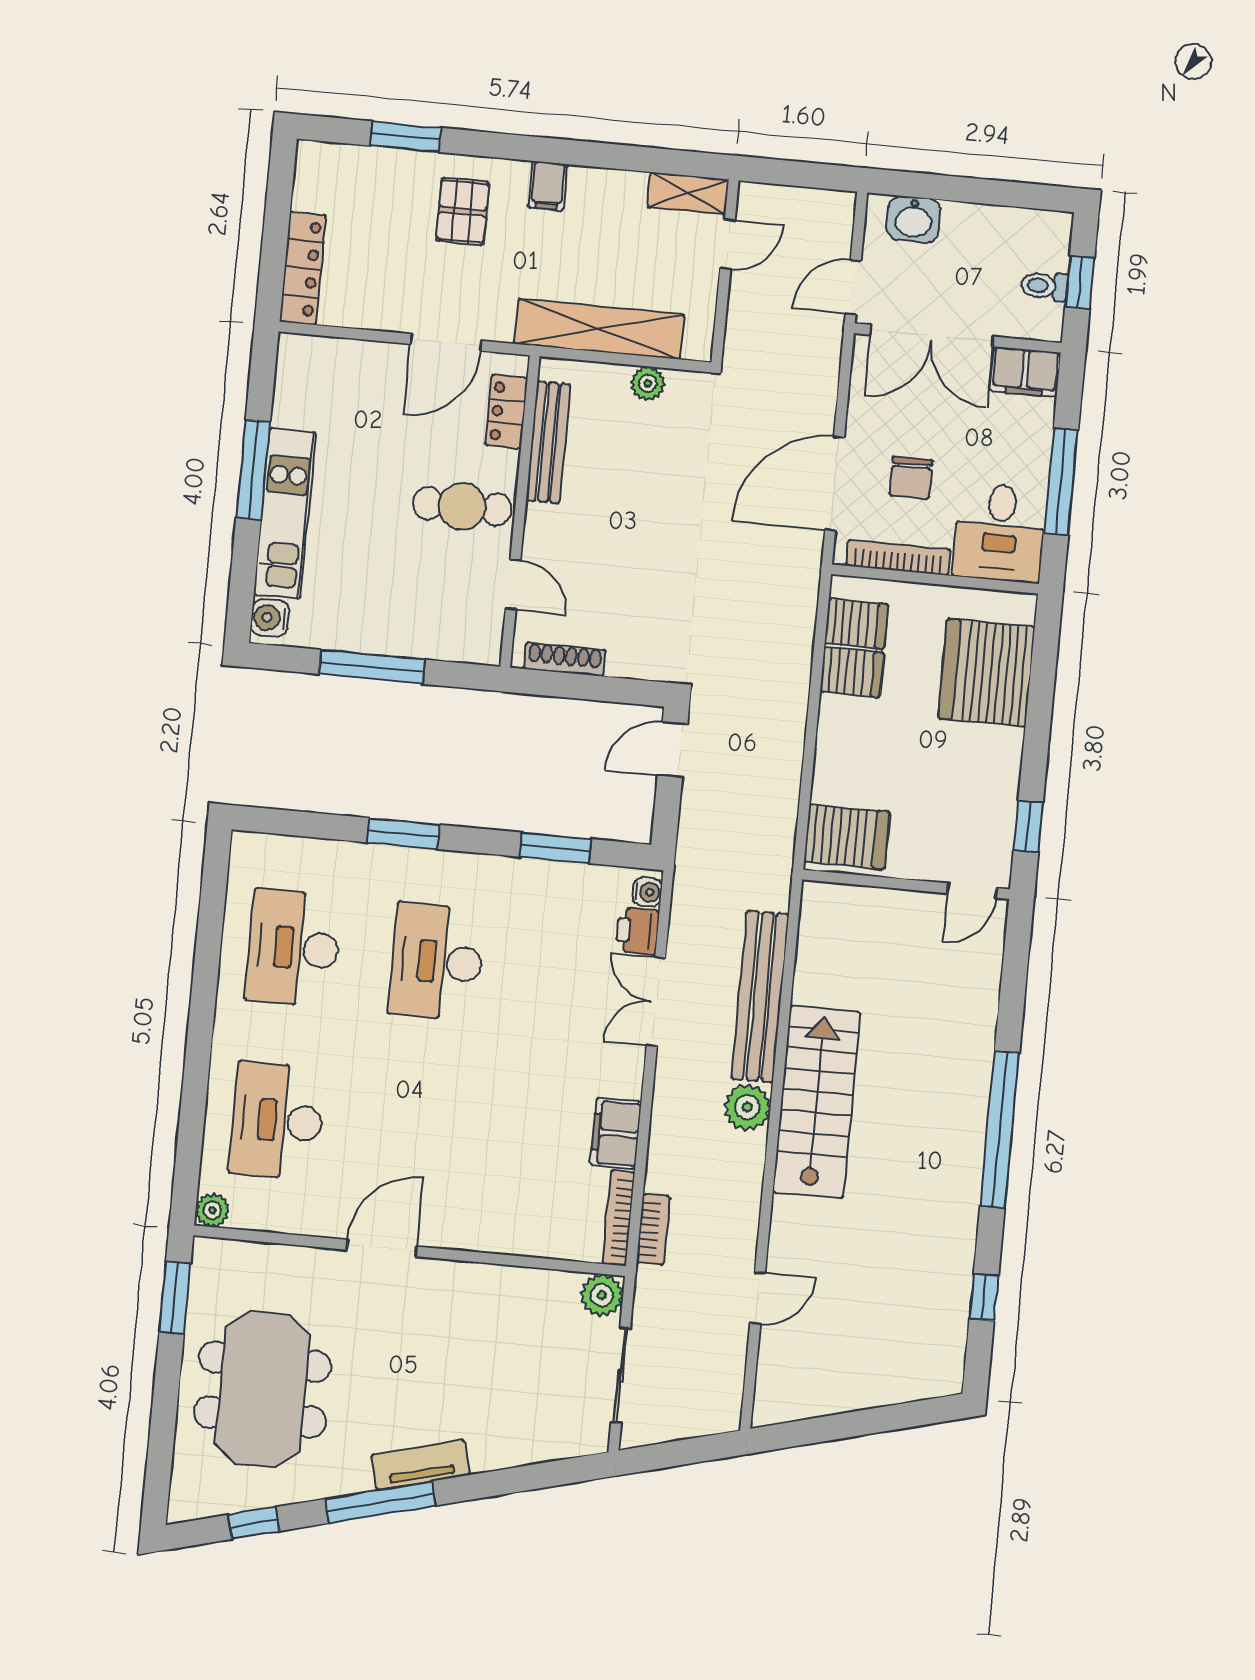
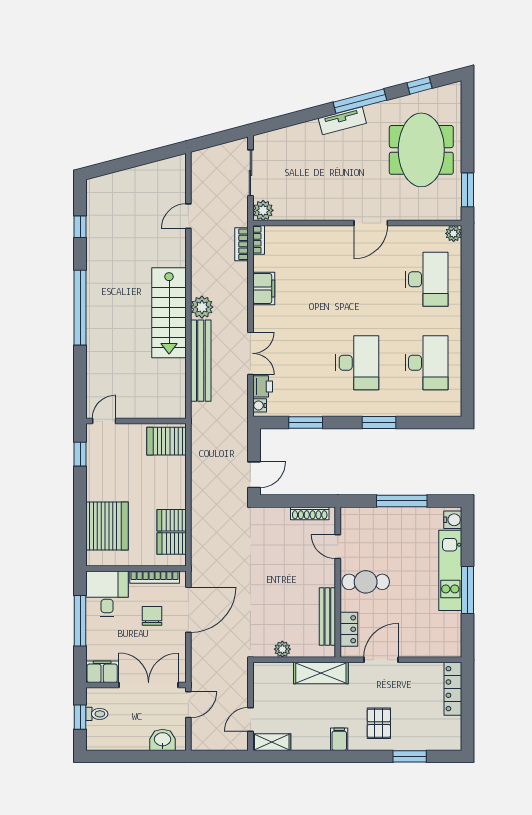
shelving: (599, 329) -> (321, 673), width x0.68
bookcase: (618, 1218) -> (259, 240), width x0.64

